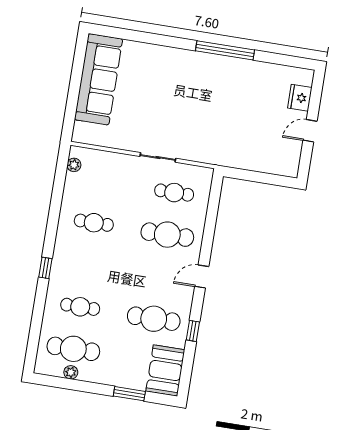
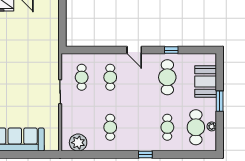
plant: (74, 165) -> (78, 143), width x1.87, depth x1.87
cafe table: (167, 235) -> (110, 77), width x0.73, depth x0.74
booth: (165, 371) -> (206, 81), moved, turned 90
window: (129, 394) -> (220, 101), moved

